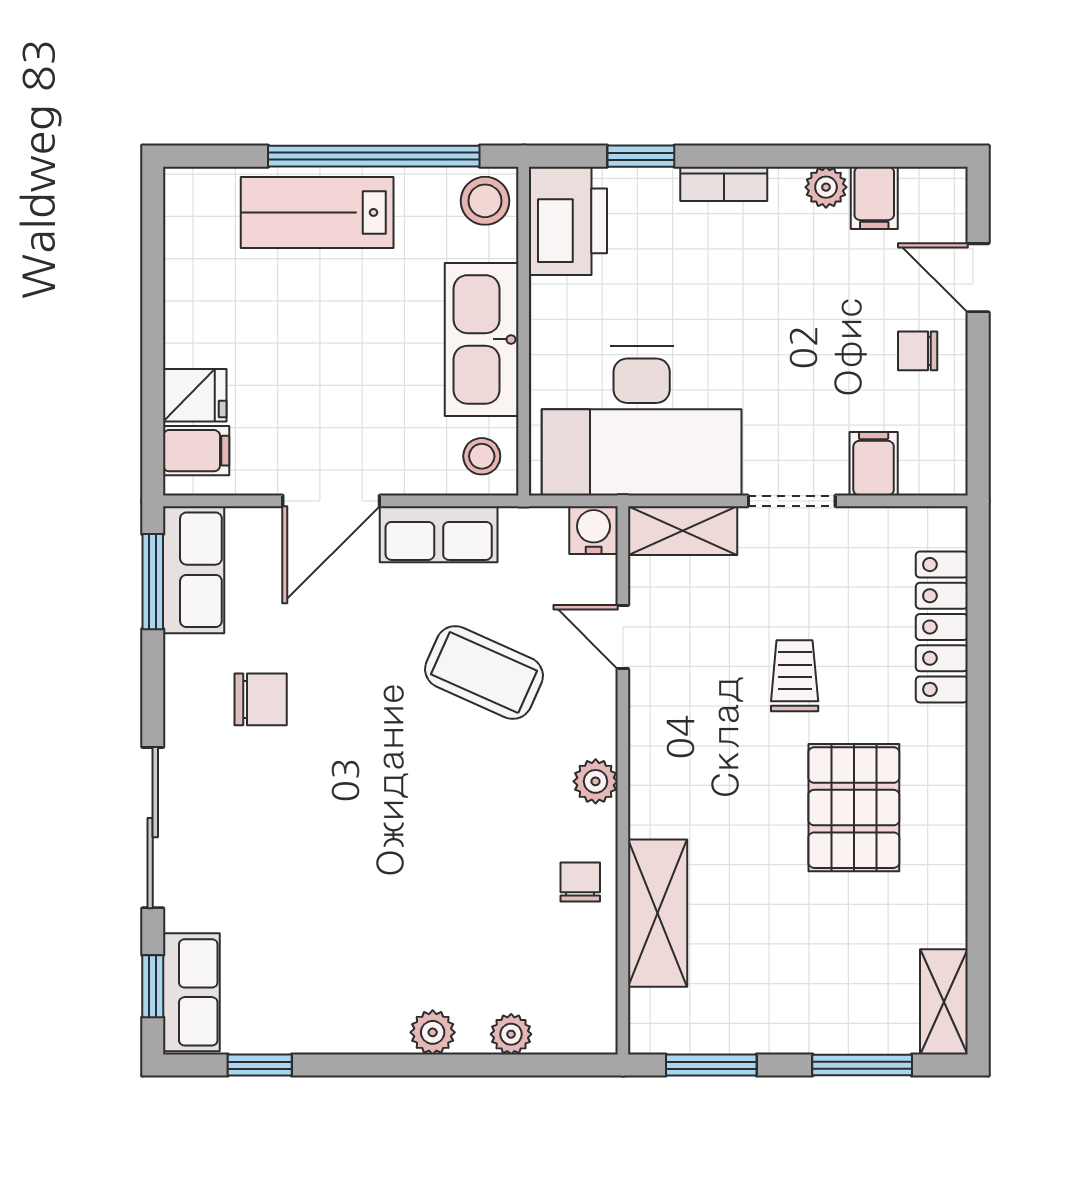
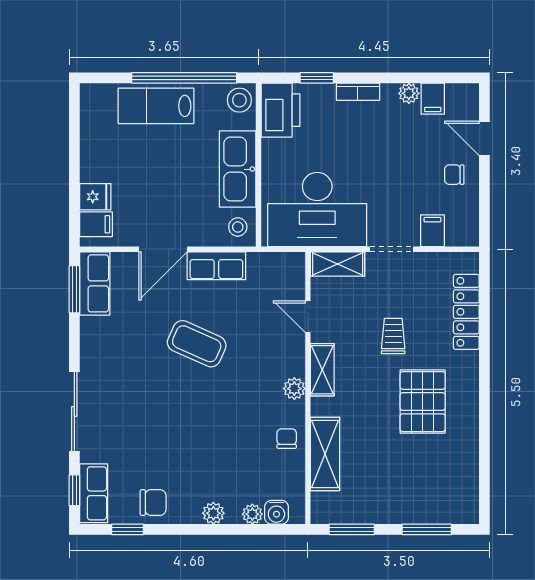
water cooler: (594, 530) -> (276, 512), moved, turned 180
coffee table: (484, 672) -> (197, 344), moved
chair: (261, 699) -> (153, 503), moved
shelving: (944, 1002) -> (322, 370), moved

